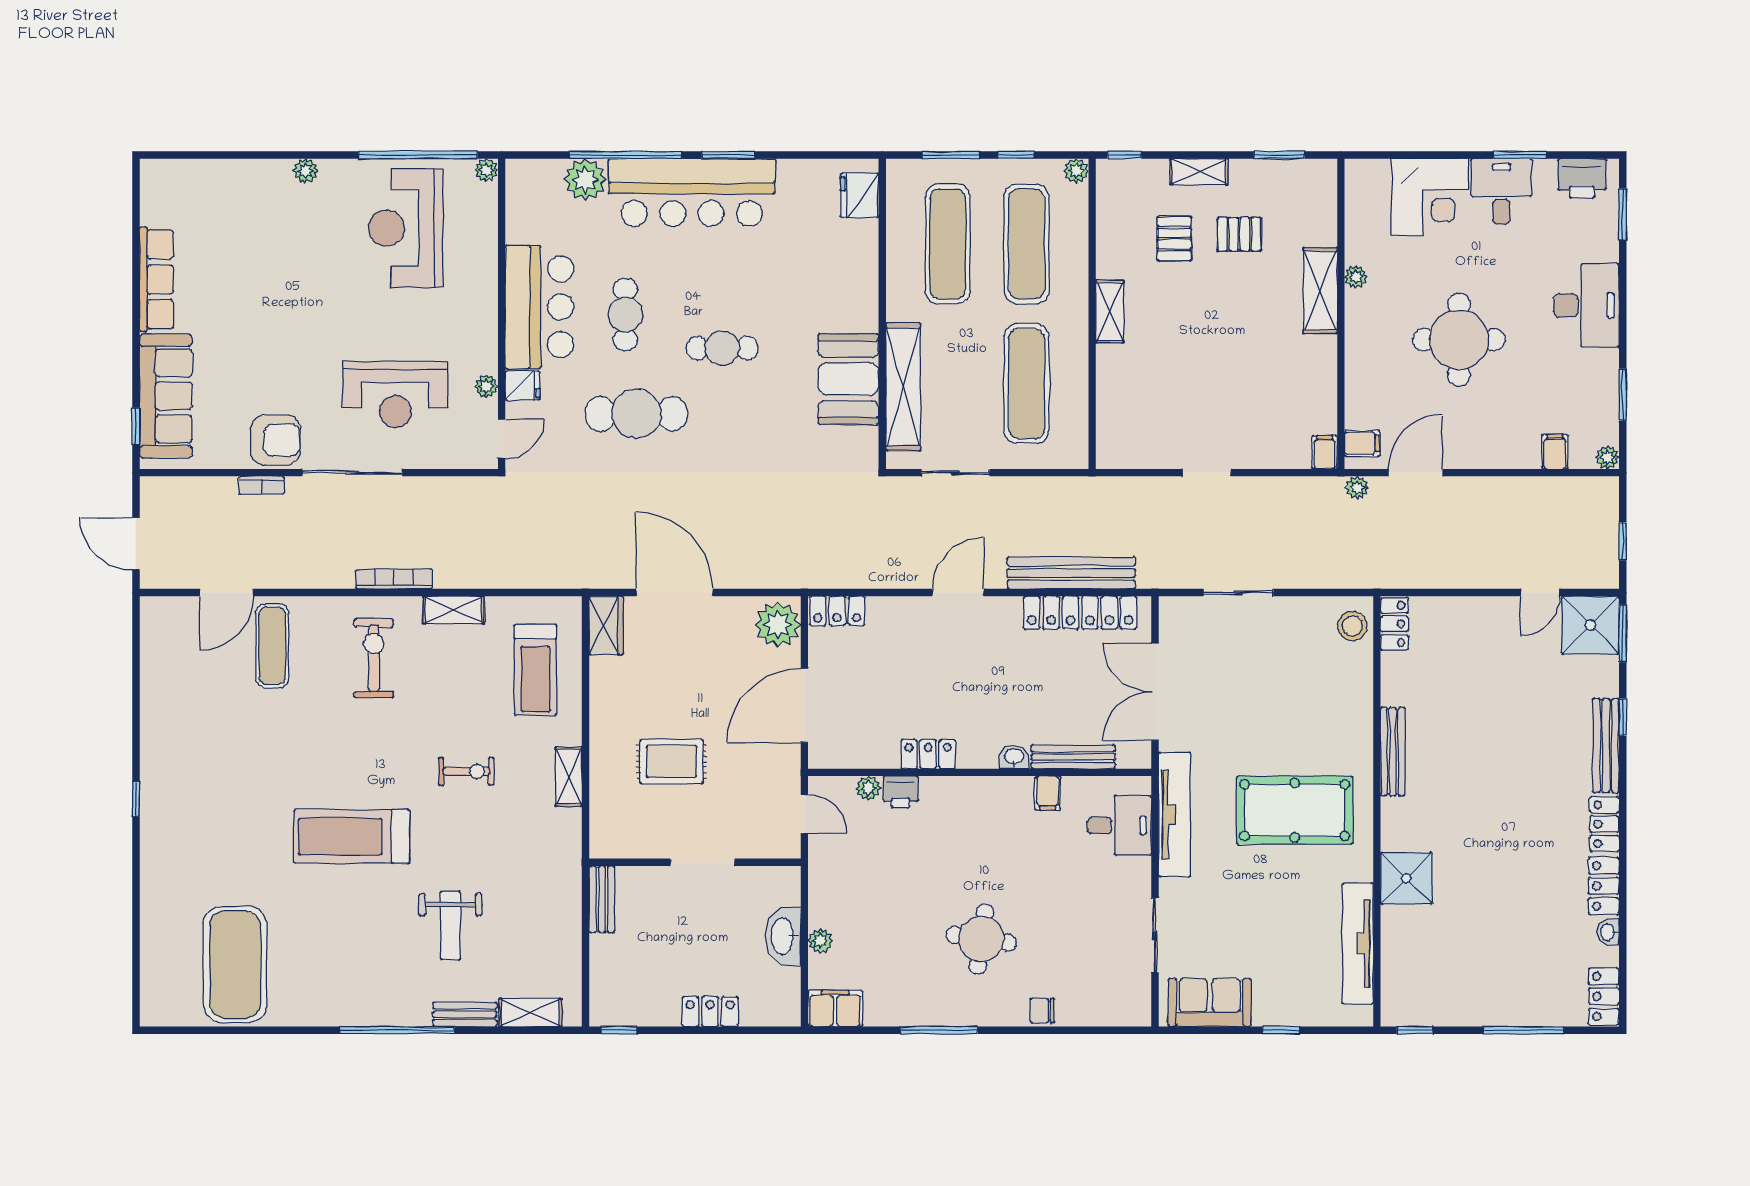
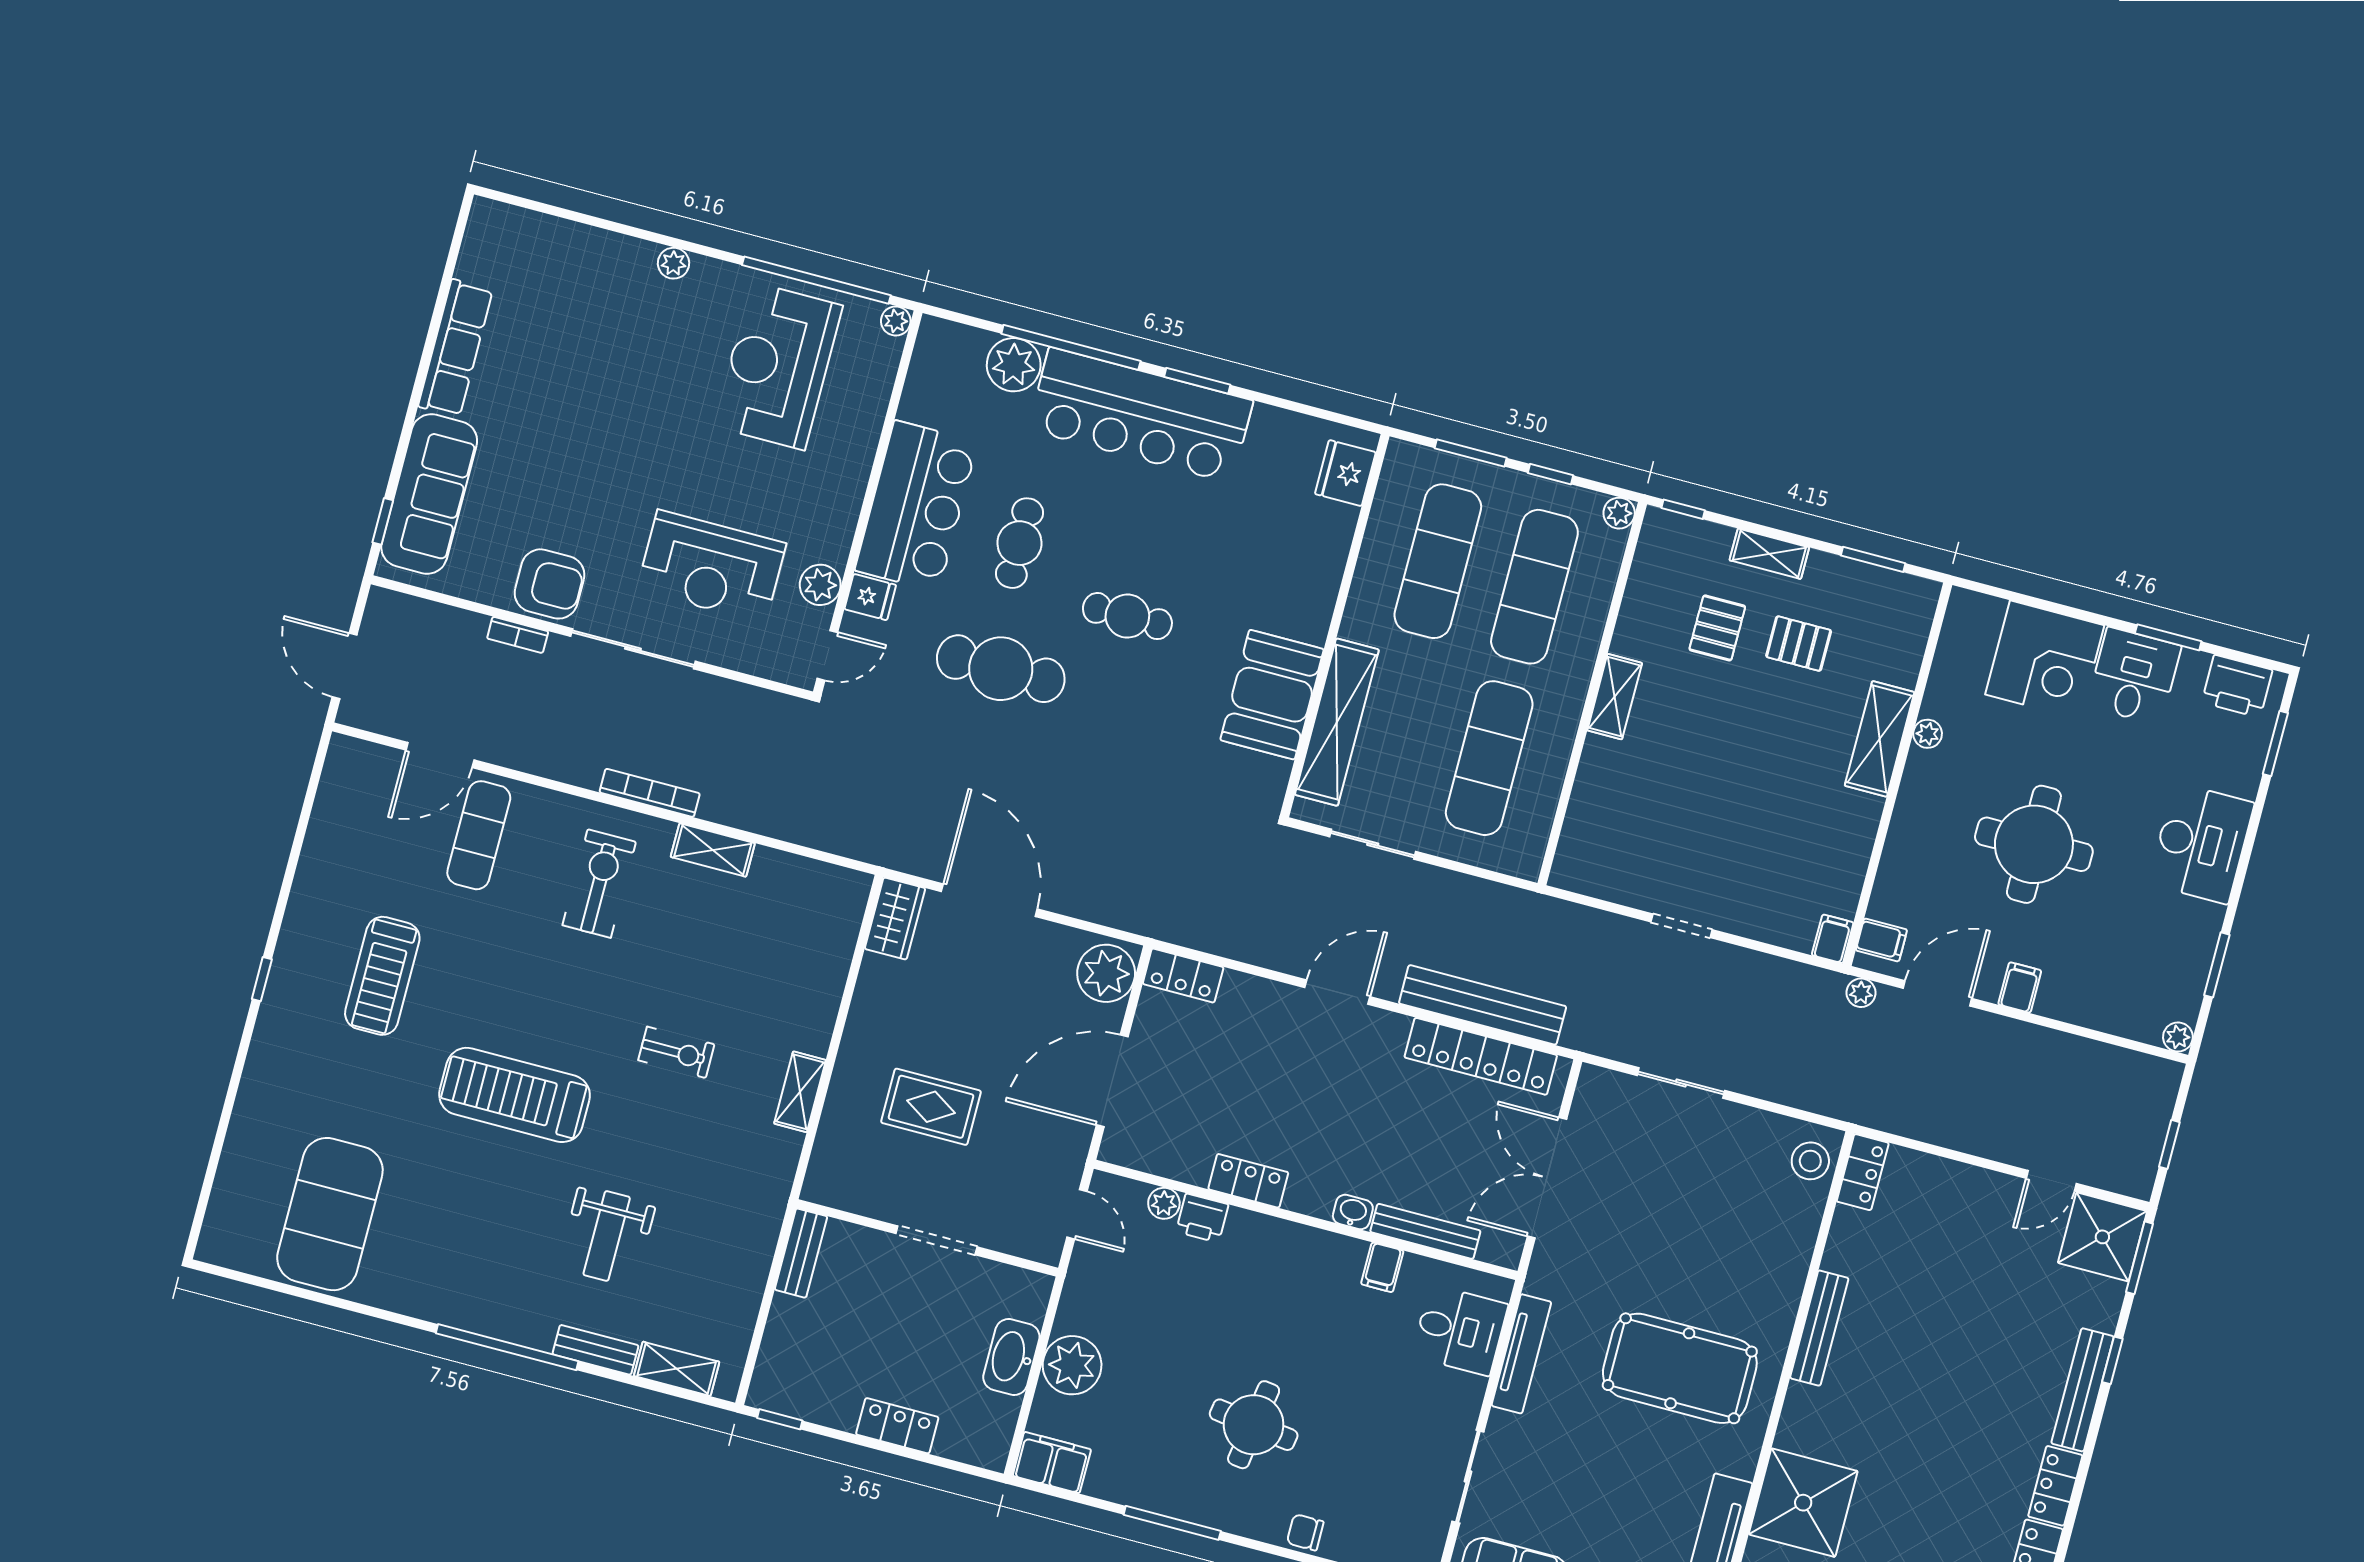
plant: (486, 386) -> (820, 585), width x1.38, depth x1.38
filing cabinet: (1555, 452) -> (2020, 987), moved
treadmill: (535, 670) -> (382, 976), moved
tv unit: (1175, 815) -> (1521, 1354), width x0.73, depth x0.78
shower: (1406, 878) -> (1803, 1503), width x1.37, depth x1.37
plant: (820, 941) -> (1072, 1365), width x1.87, depth x1.87

